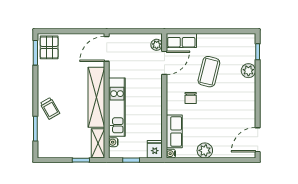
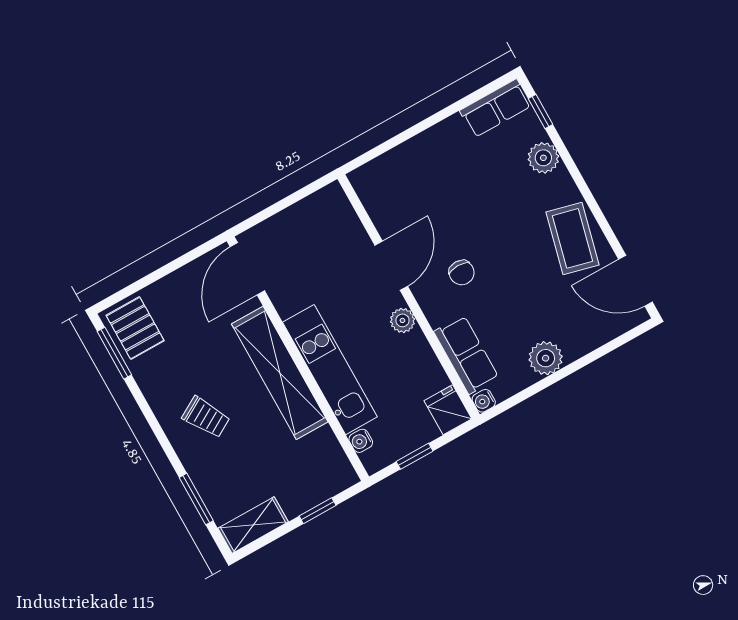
row of seats: (181, 40) -> (496, 108), moved
plant: (157, 45) -> (402, 320), moved
door: (164, 63) -> (391, 266), moved
coffee table: (209, 72) -> (572, 238), moved
trolley: (50, 108) -> (206, 417), moved
door: (258, 140) -> (635, 281), hinge flipped
shelving: (98, 143) -> (253, 525), moved, turned 90

